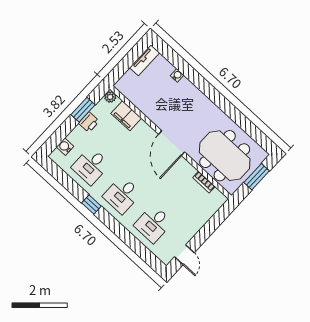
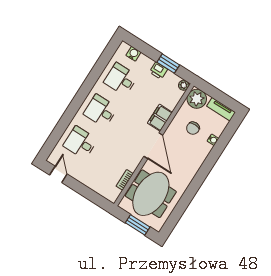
plant: (128, 85) -> (197, 99), added
chair: (160, 95) -> (193, 128), added
filing cabinet: (126, 116) -> (160, 118), moved
door: (172, 143) -> (153, 146), swing flipped
window: (91, 205) -> (87, 86), removed
door: (184, 255) -> (58, 174), swing flipped

